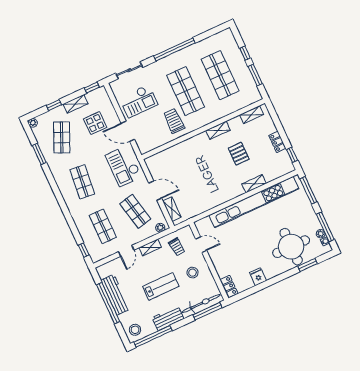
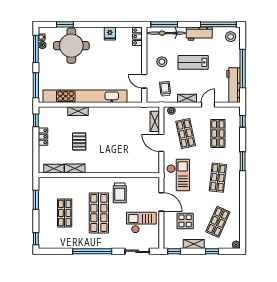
window: (245, 53) -> (36, 239), moved
shop shelf: (220, 75) -> (65, 213), width x0.70, depth x0.74
shelving: (218, 130) -> (75, 169), moved
window: (39, 154) -> (243, 161), moved
workbench: (115, 295) -> (233, 85), moved

